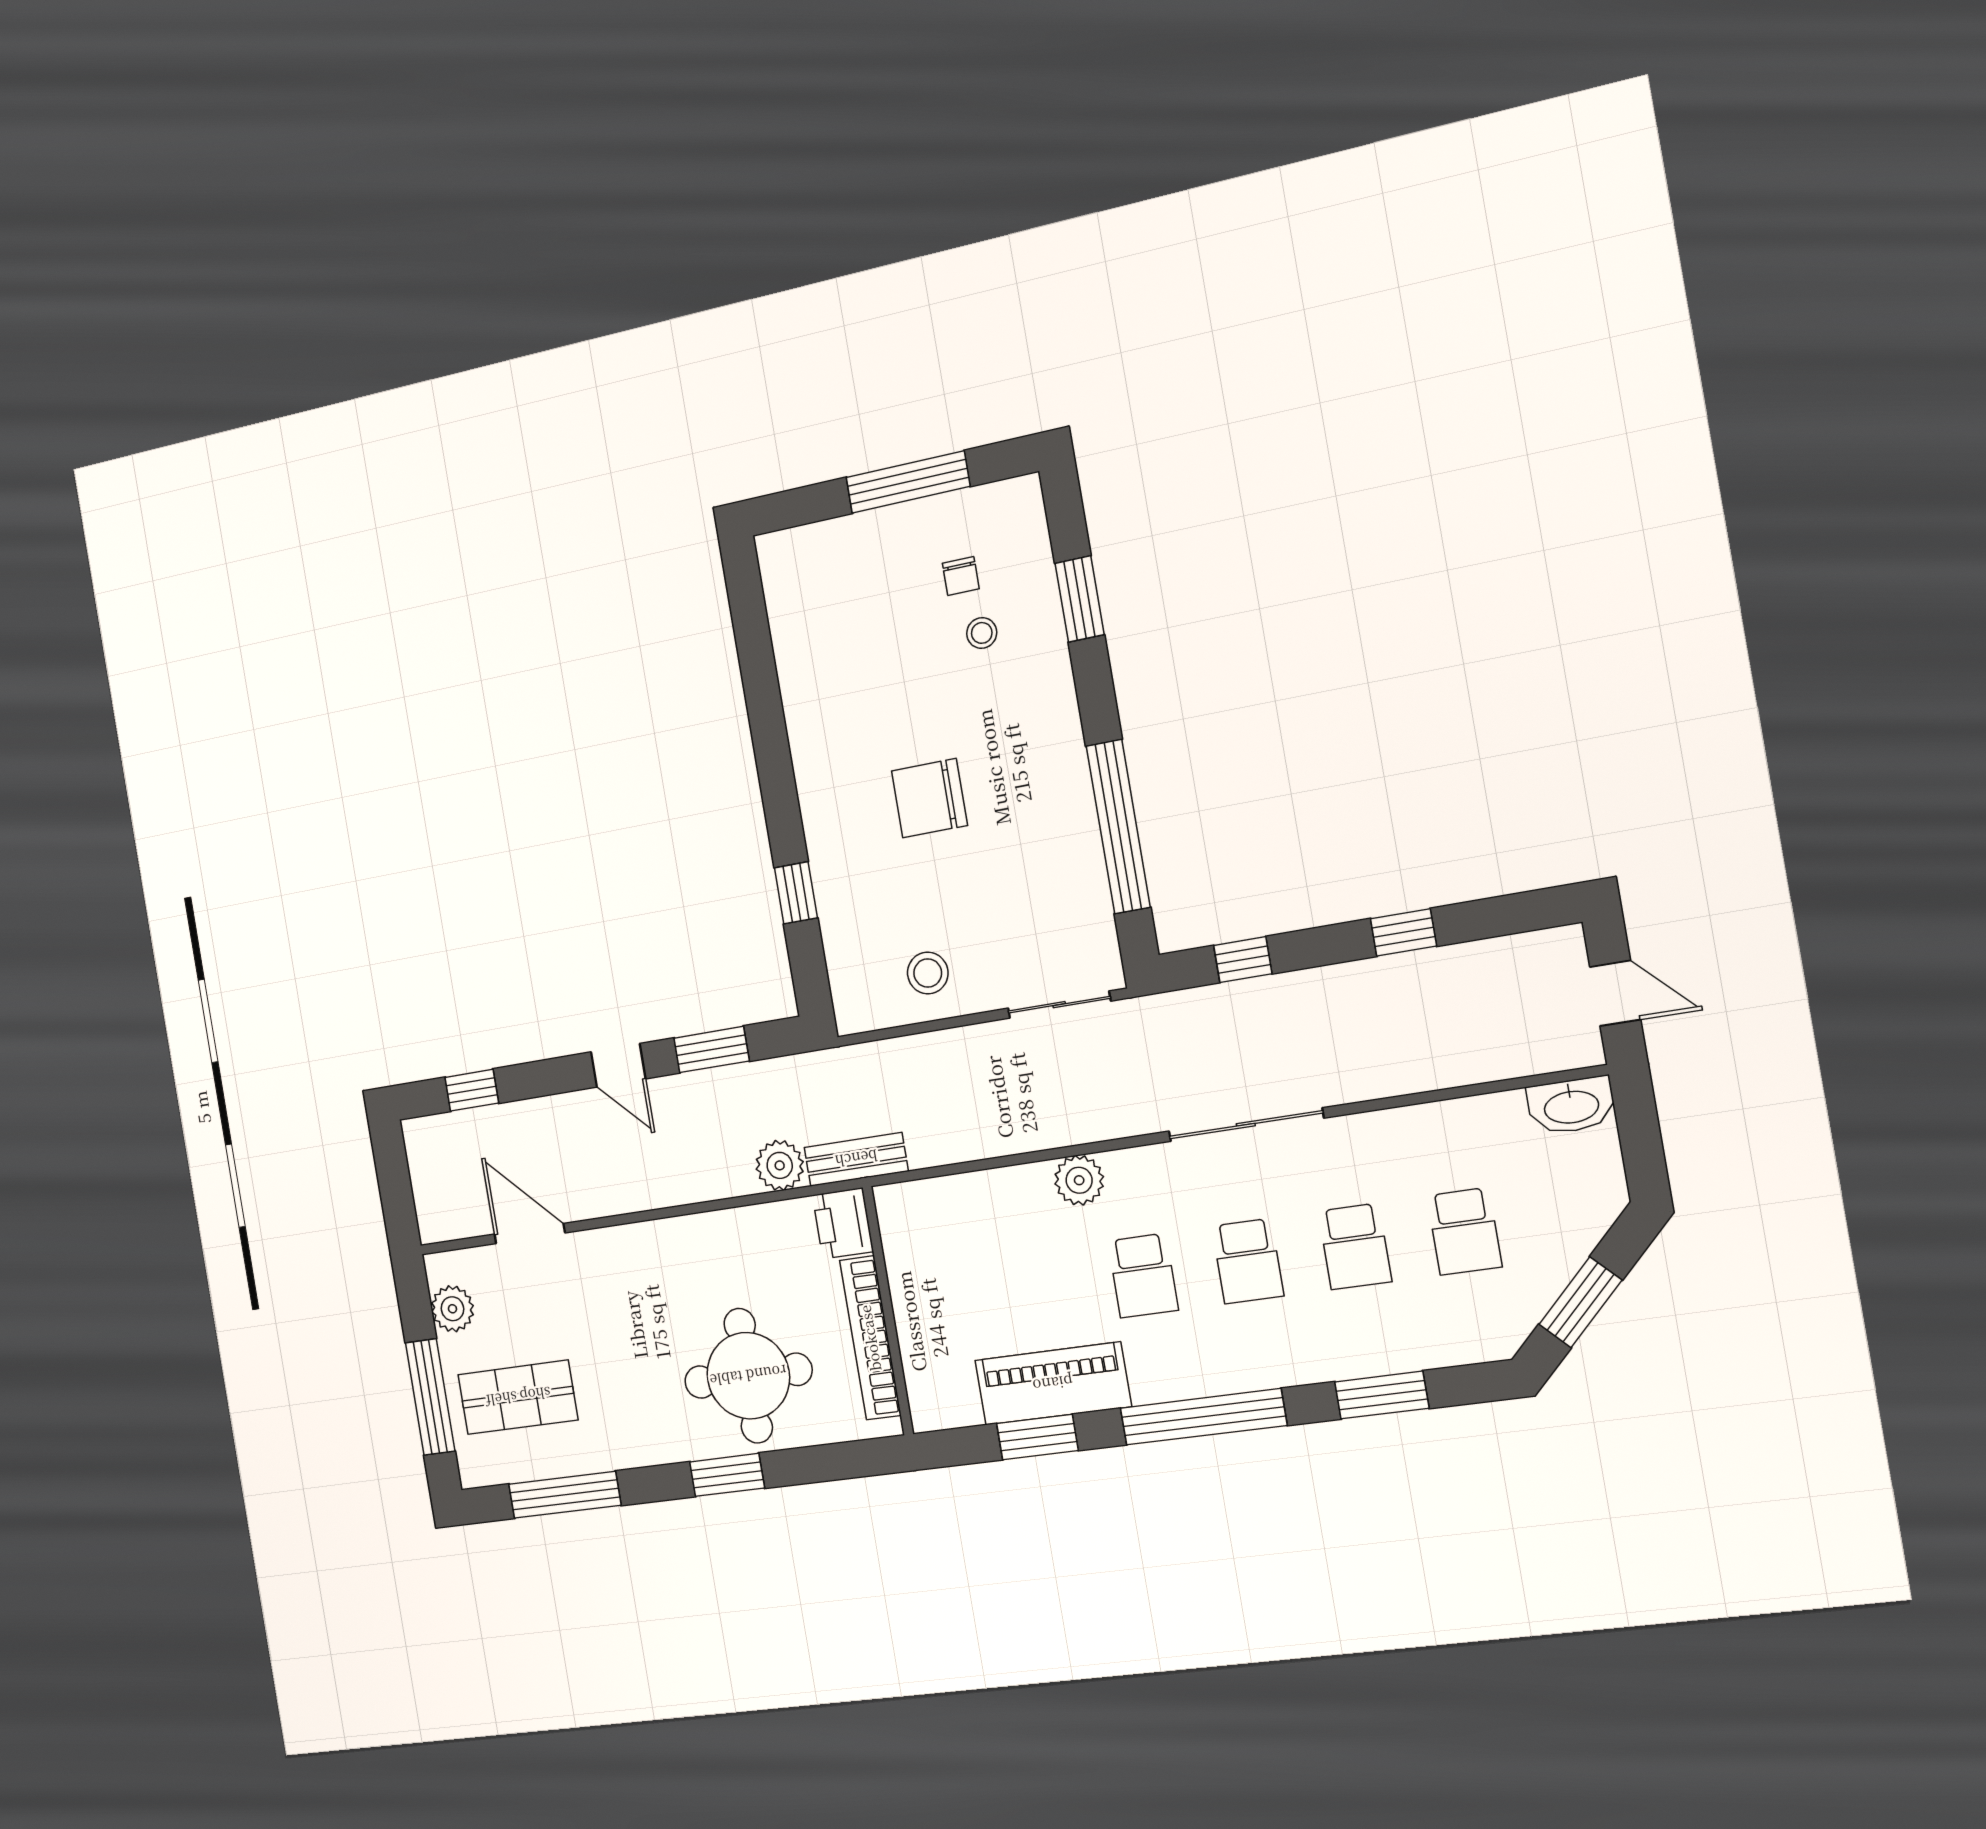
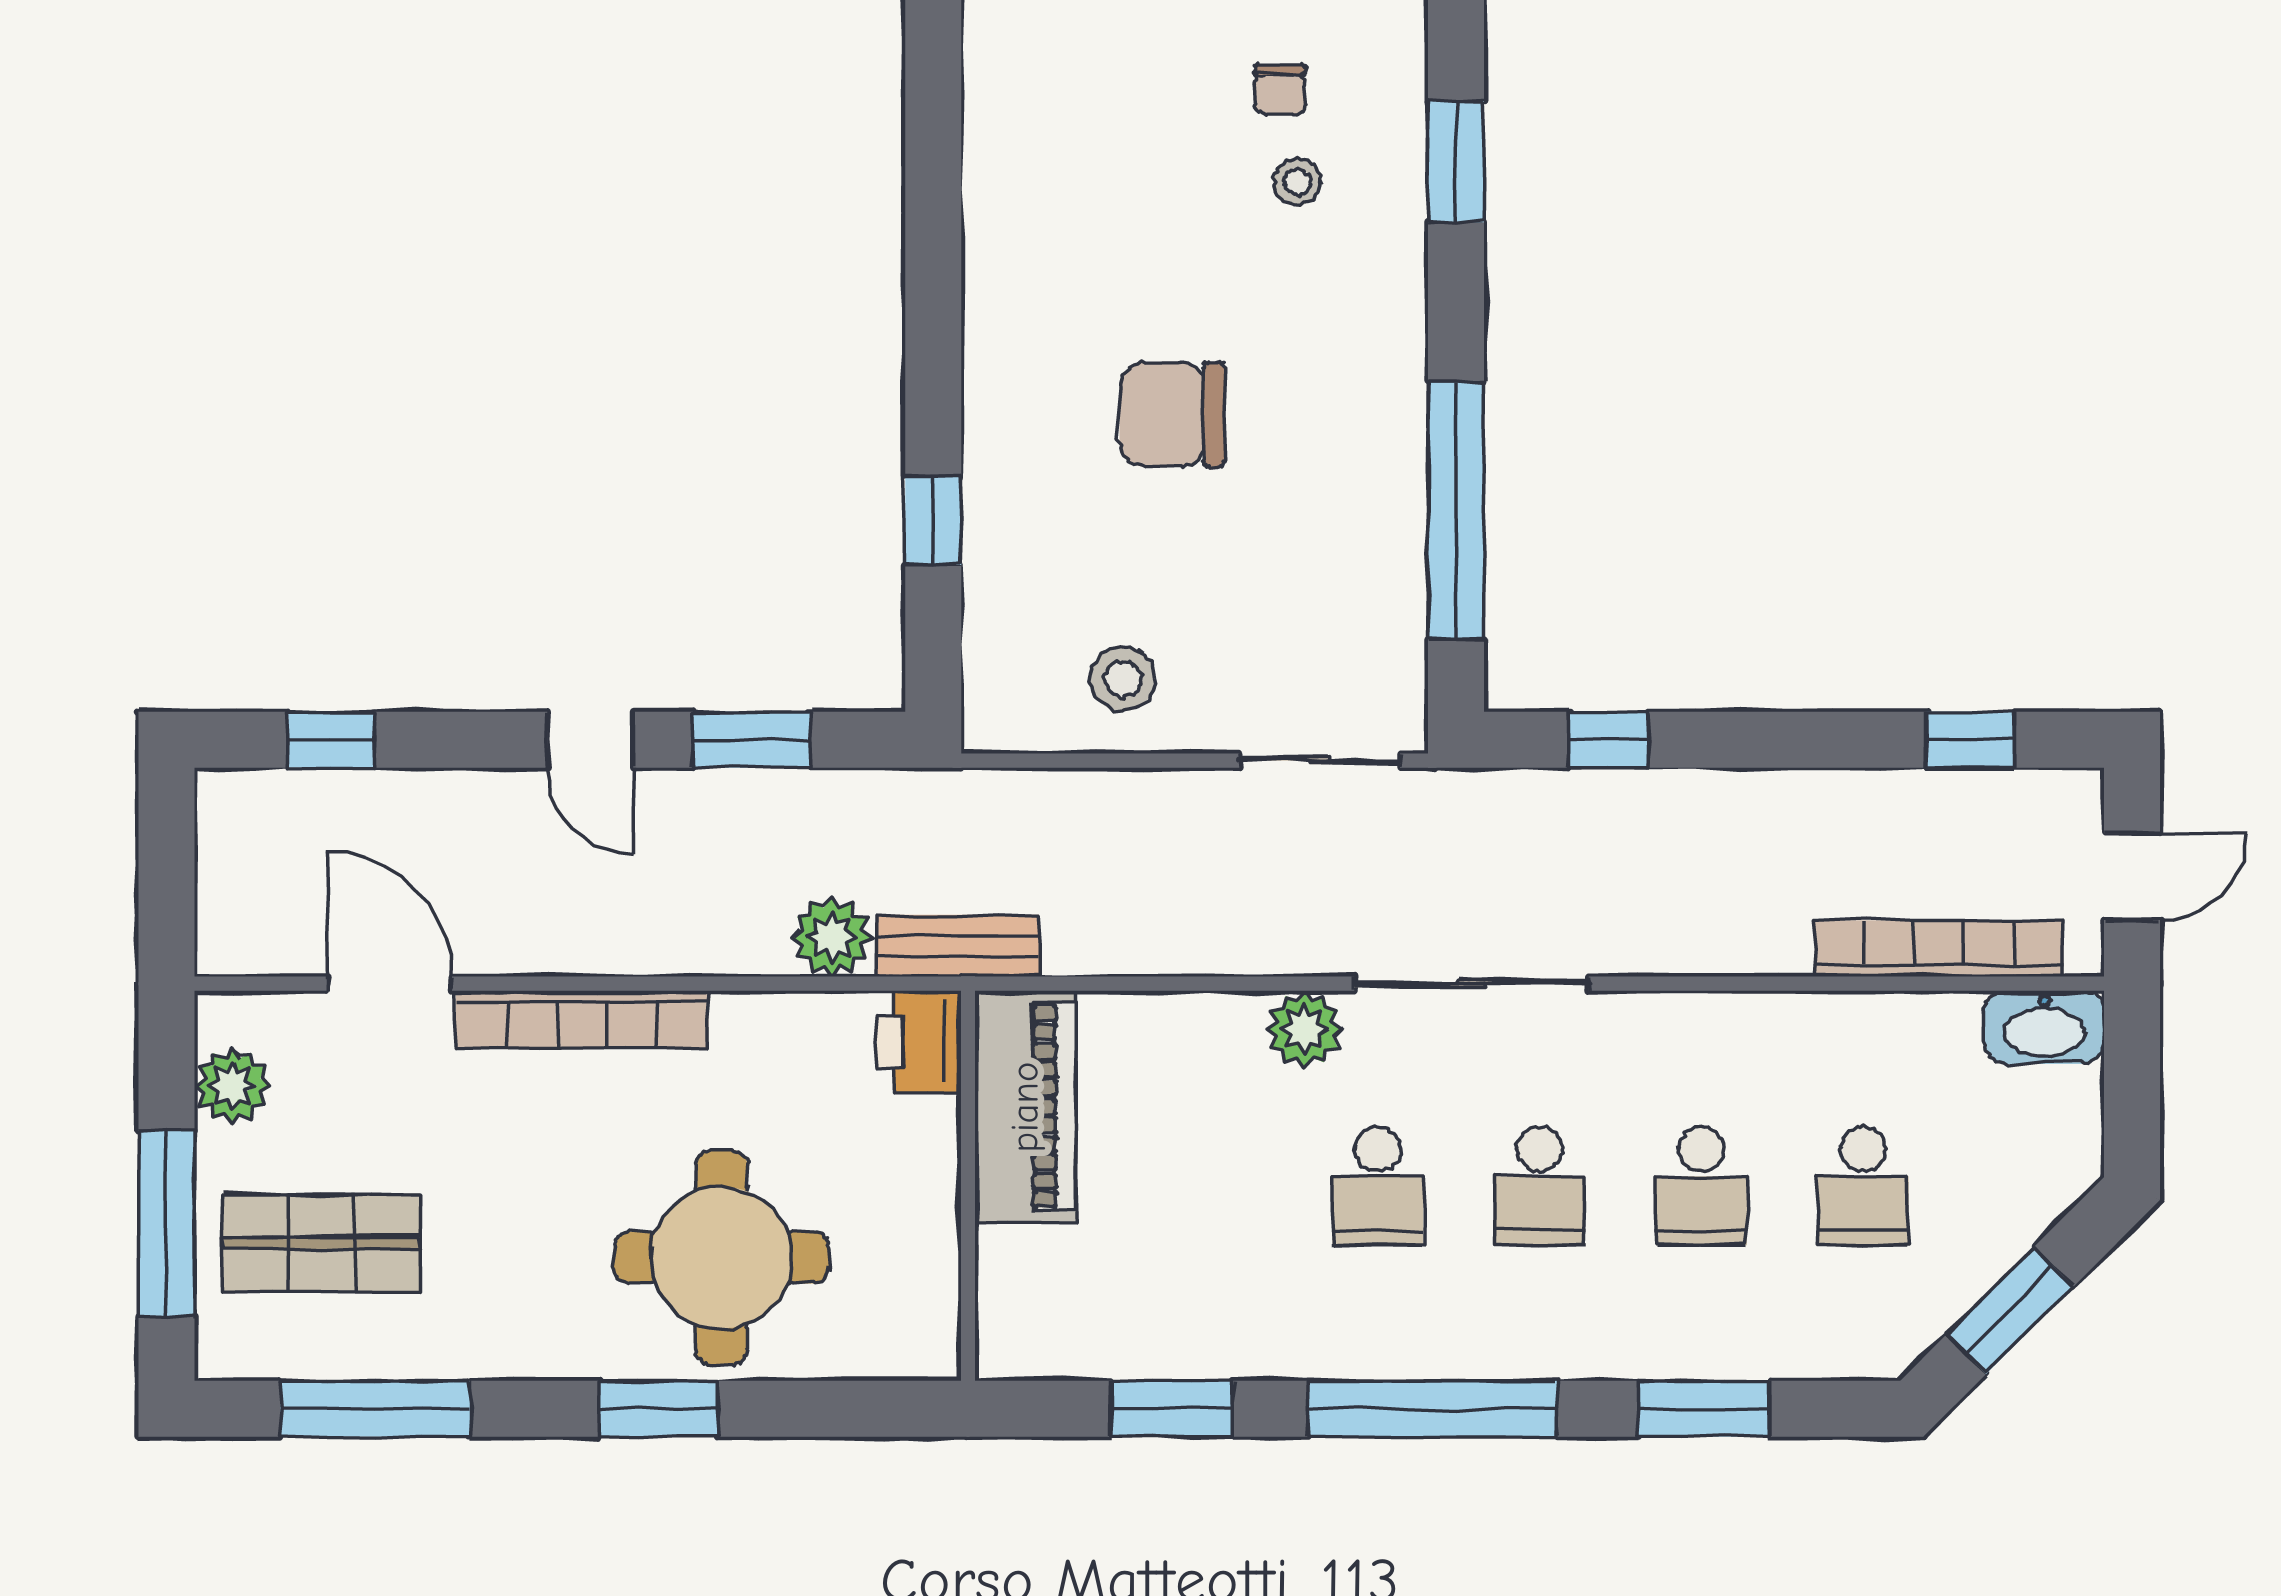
window: (1403, 932) -> (1971, 740), moved
door: (1615, 993) -> (2132, 877), hinge flipped
bookcase: (1489, 1063) -> (1939, 948), added
sliding door: (1246, 1125) -> (1471, 984), moved
bookcase: (870, 1338) -> (582, 1019), moved, turned -90
piano: (1053, 1384) -> (1025, 1107), moved, turned 90

